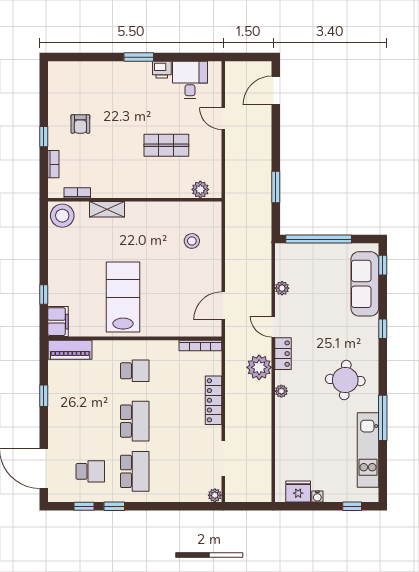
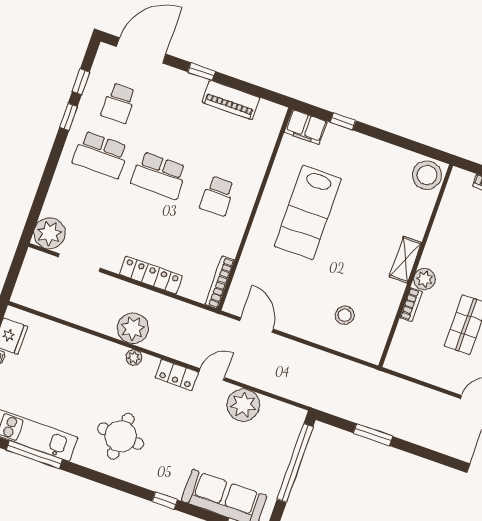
plant: (200, 189) -> (424, 279), moved
bookcase: (77, 193) -> (411, 305), moved
shelving: (107, 209) -> (405, 260), moved
plant: (282, 288) -> (243, 405), width x1.88, depth x1.88
lab bench: (123, 297) -> (308, 212), turned 90
piano: (70, 350) -> (231, 100), moved, turned -90
plant: (259, 367) -> (133, 328), moved
window: (44, 396) -> (201, 72), moved
window: (383, 418) -> (34, 455), moved
plant: (215, 495) -> (49, 233), width x1.88, depth x1.88

